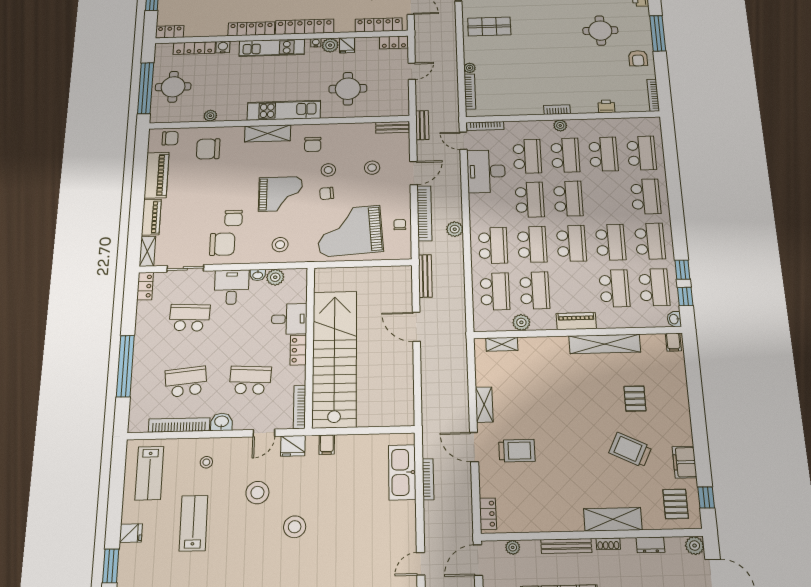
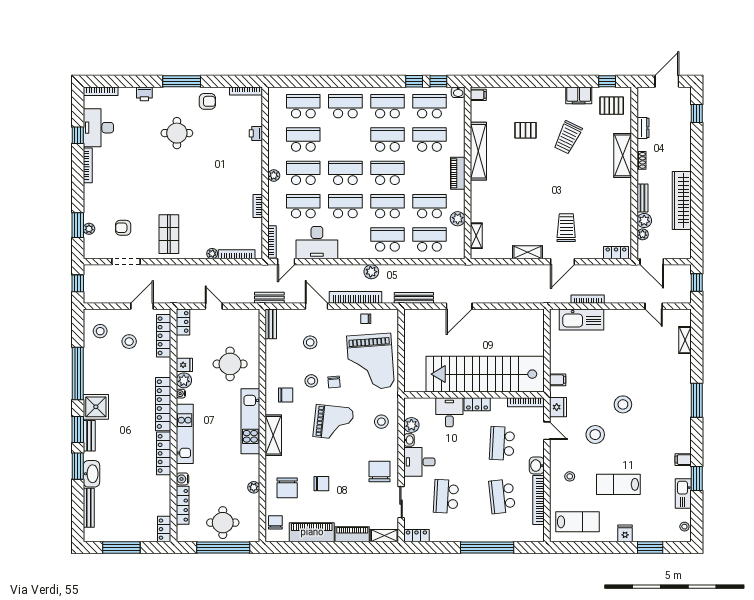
bookcase: (557, 110) -> (258, 206), moved
grand piano: (280, 194) -> (333, 422), turned 96
chair: (234, 218) -> (321, 484), moved
bench: (566, 546) -> (642, 198), width x0.73
plant: (695, 546) -> (644, 221), moved

